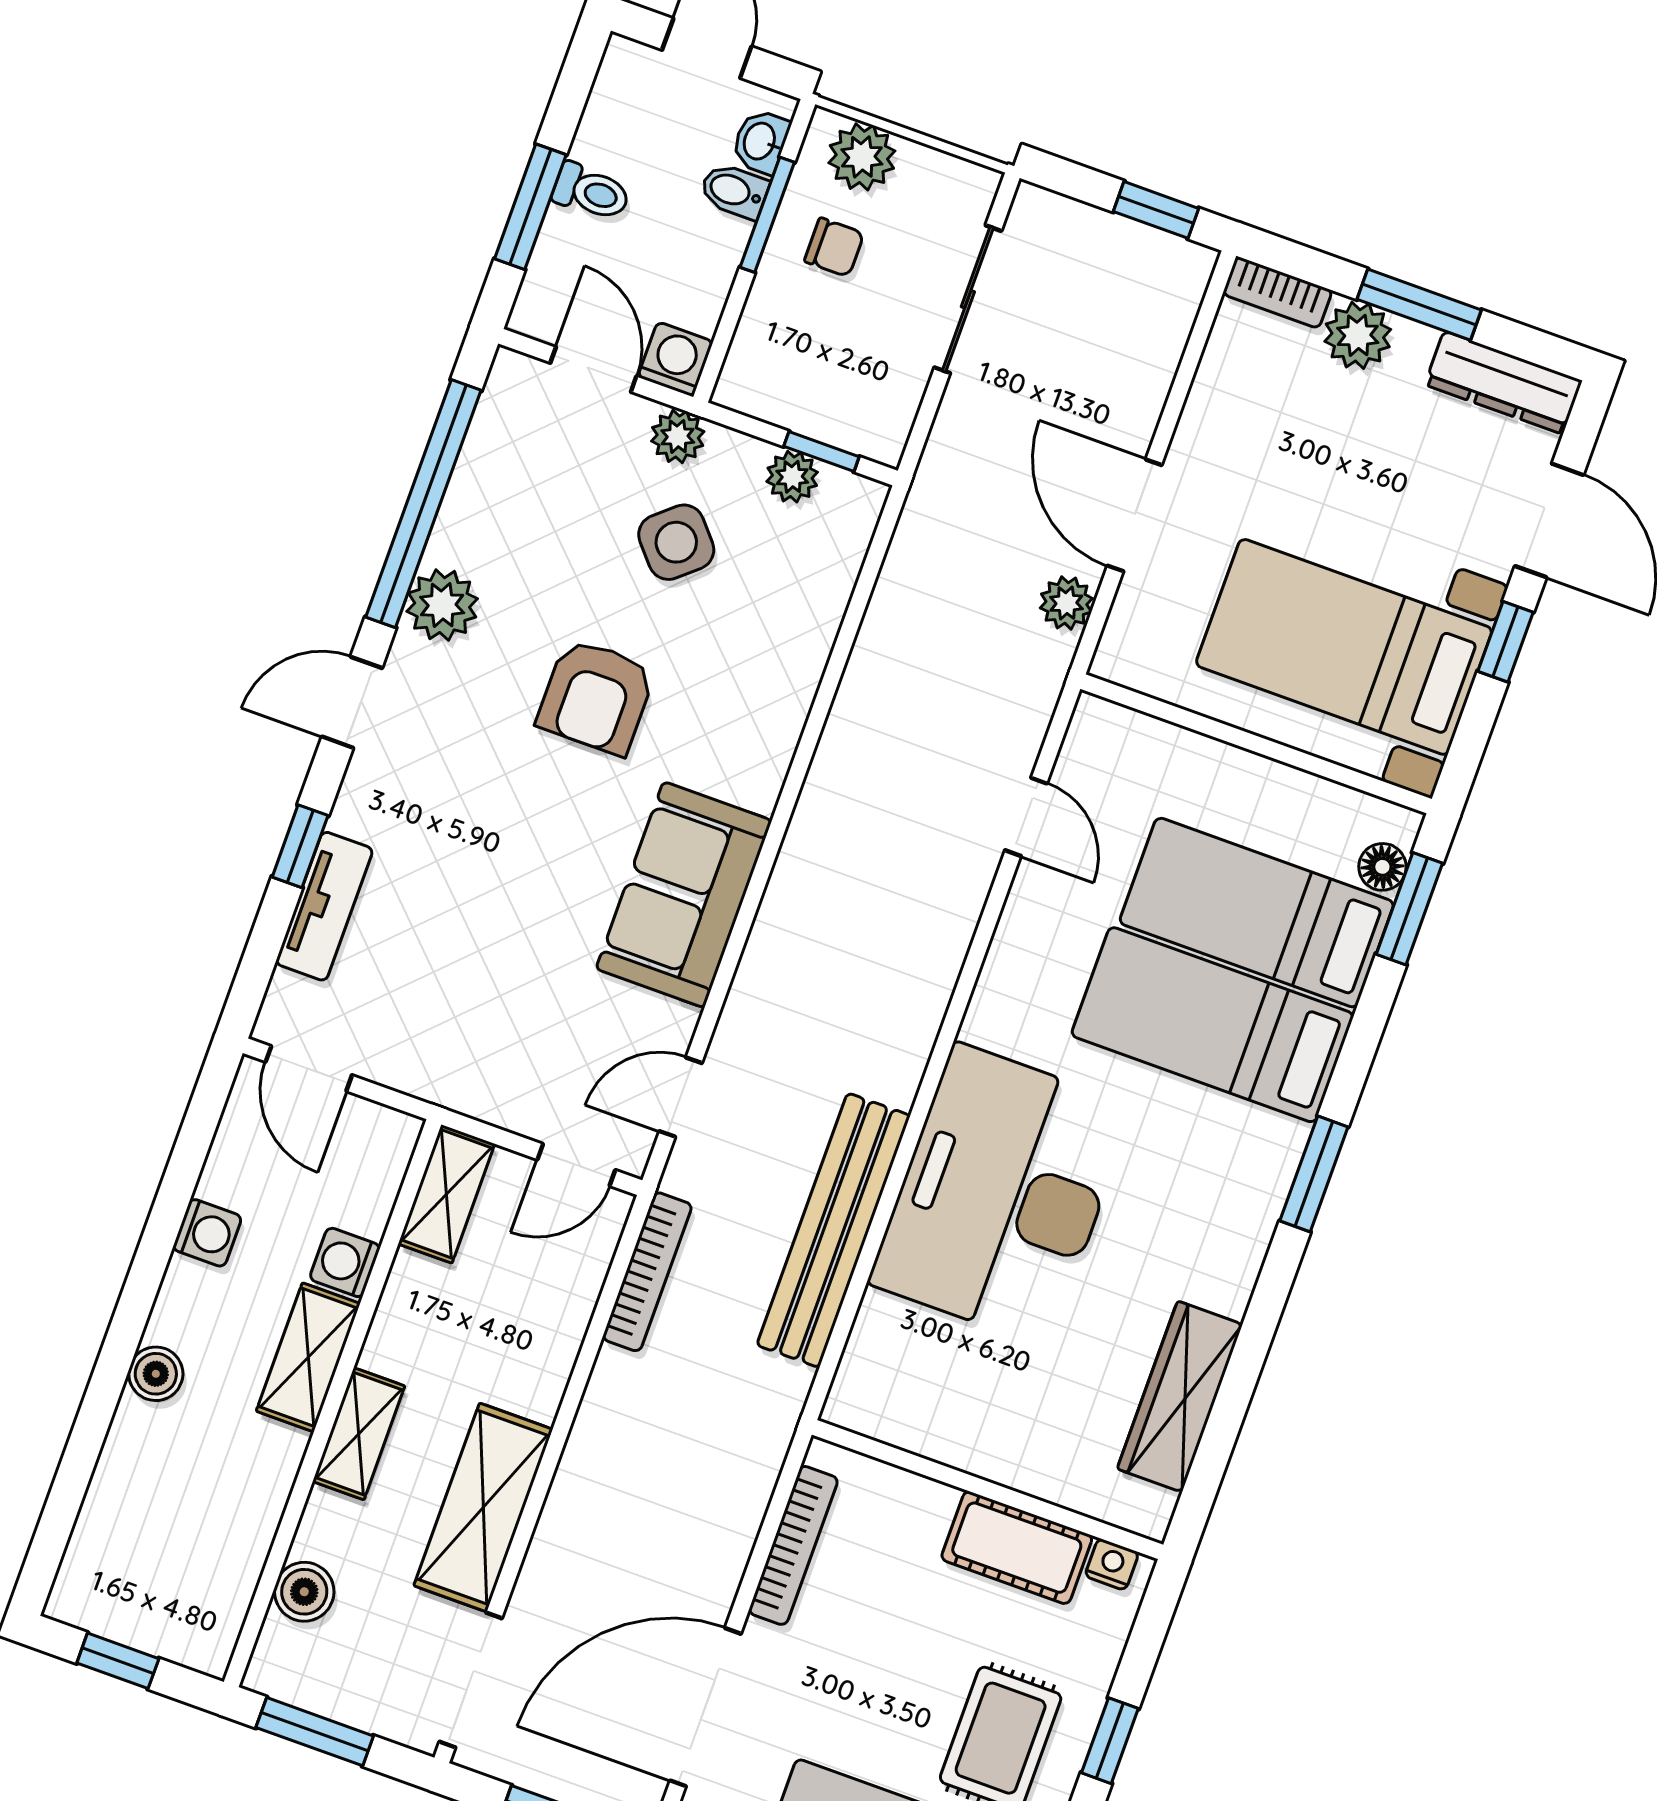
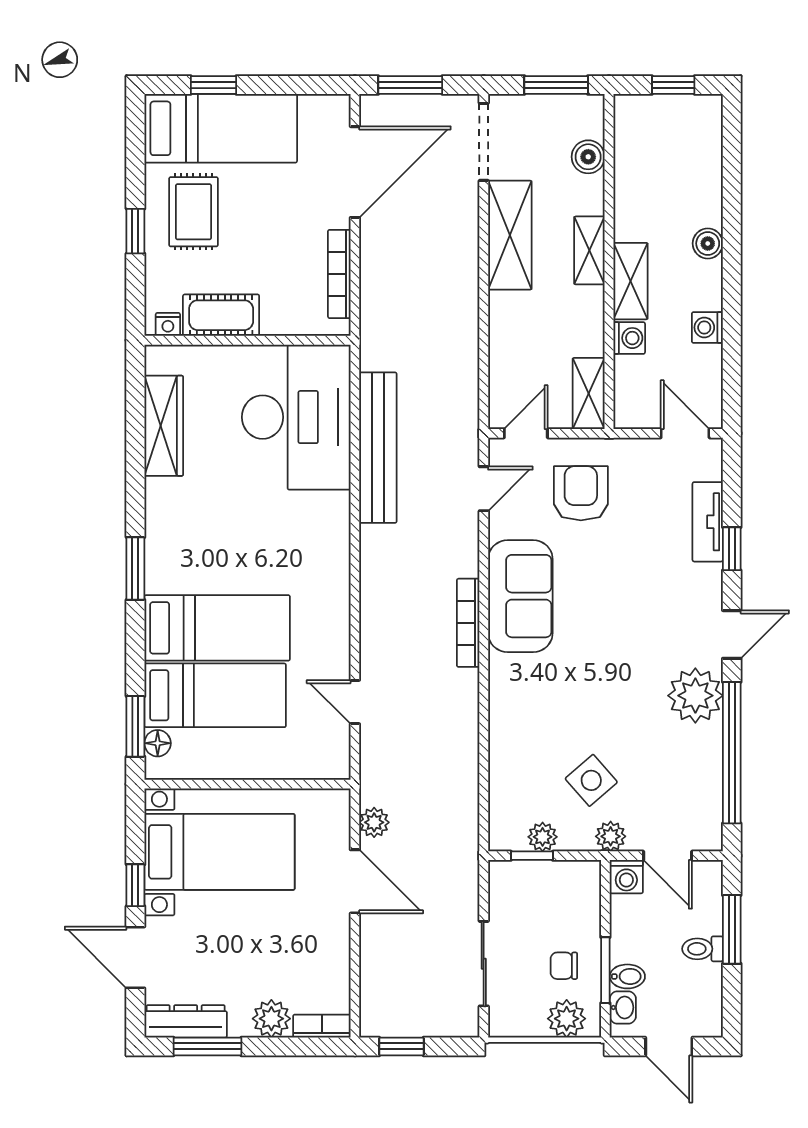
window: (1419, 305) -> (207, 1046), moved
plant: (442, 605) -> (695, 696), width x1.36, depth x1.36
armchair: (596, 697) -> (581, 493), moved
desk: (1001, 1195) -> (296, 417), moved
bookcase: (647, 1272) -> (468, 623), moved

